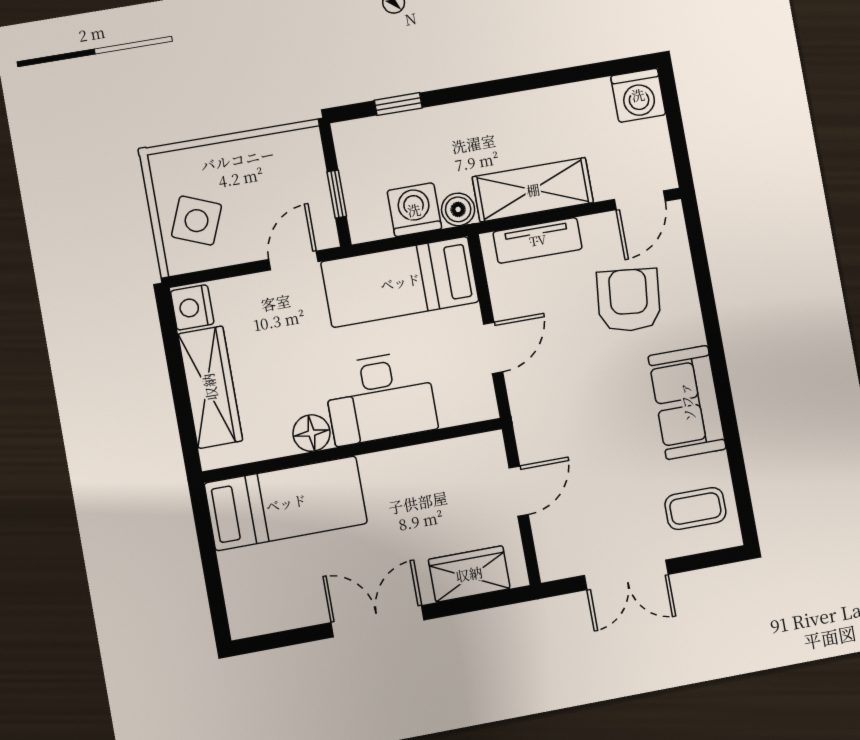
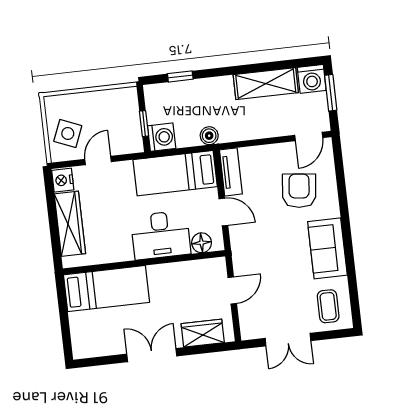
window: (674, 119) -> (331, 93), added
shelving: (533, 190) -> (266, 84), moved
washing machine: (414, 210) -> (162, 137), moved, turned 90
tv unit: (538, 240) -> (231, 172), moved, turned -90
door: (293, 260) -> (98, 160), moved
door: (493, 348) -> (223, 212), hinge flipped
floor lamp: (312, 433) -> (202, 243), moved
coffee table: (695, 509) -> (328, 306), turned 90

